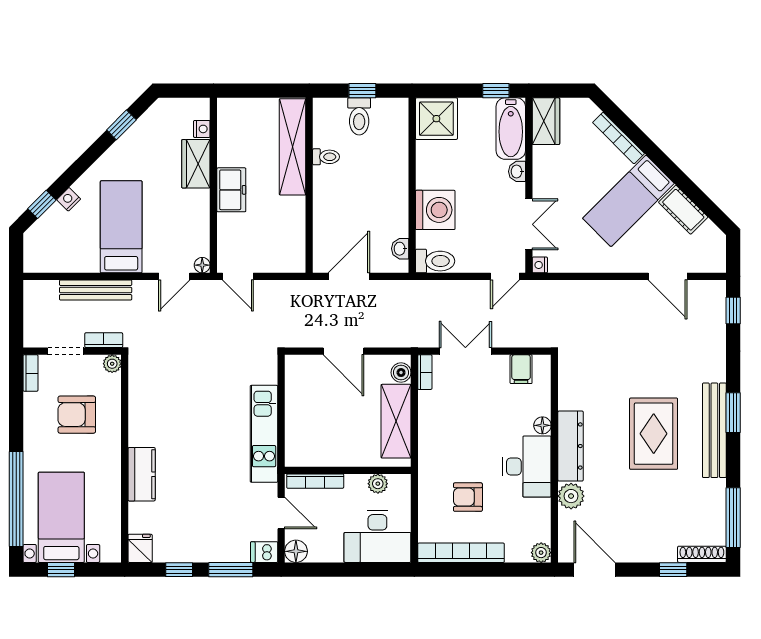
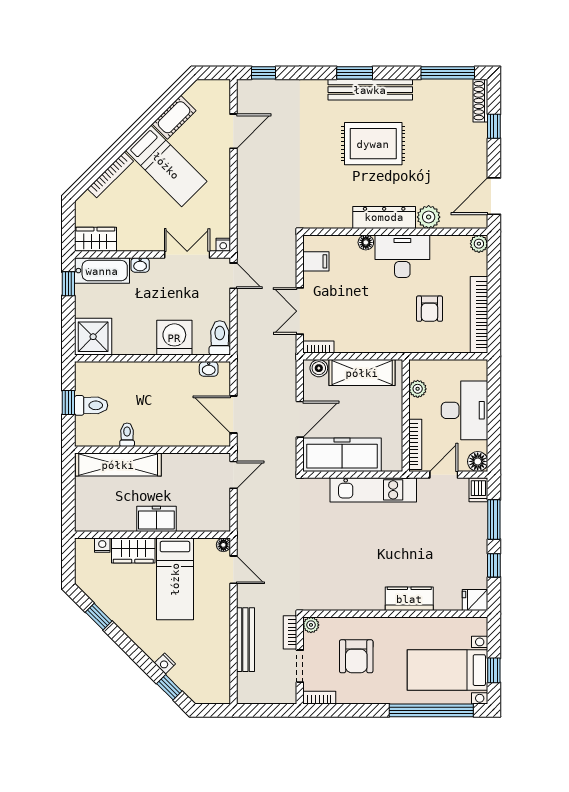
bed: (121, 227) -> (175, 579), moved, turned -90
door: (238, 276) -> (233, 475), moved
freezer: (304, 399) -> (342, 455), added
desk: (377, 536) -> (465, 410), moved

